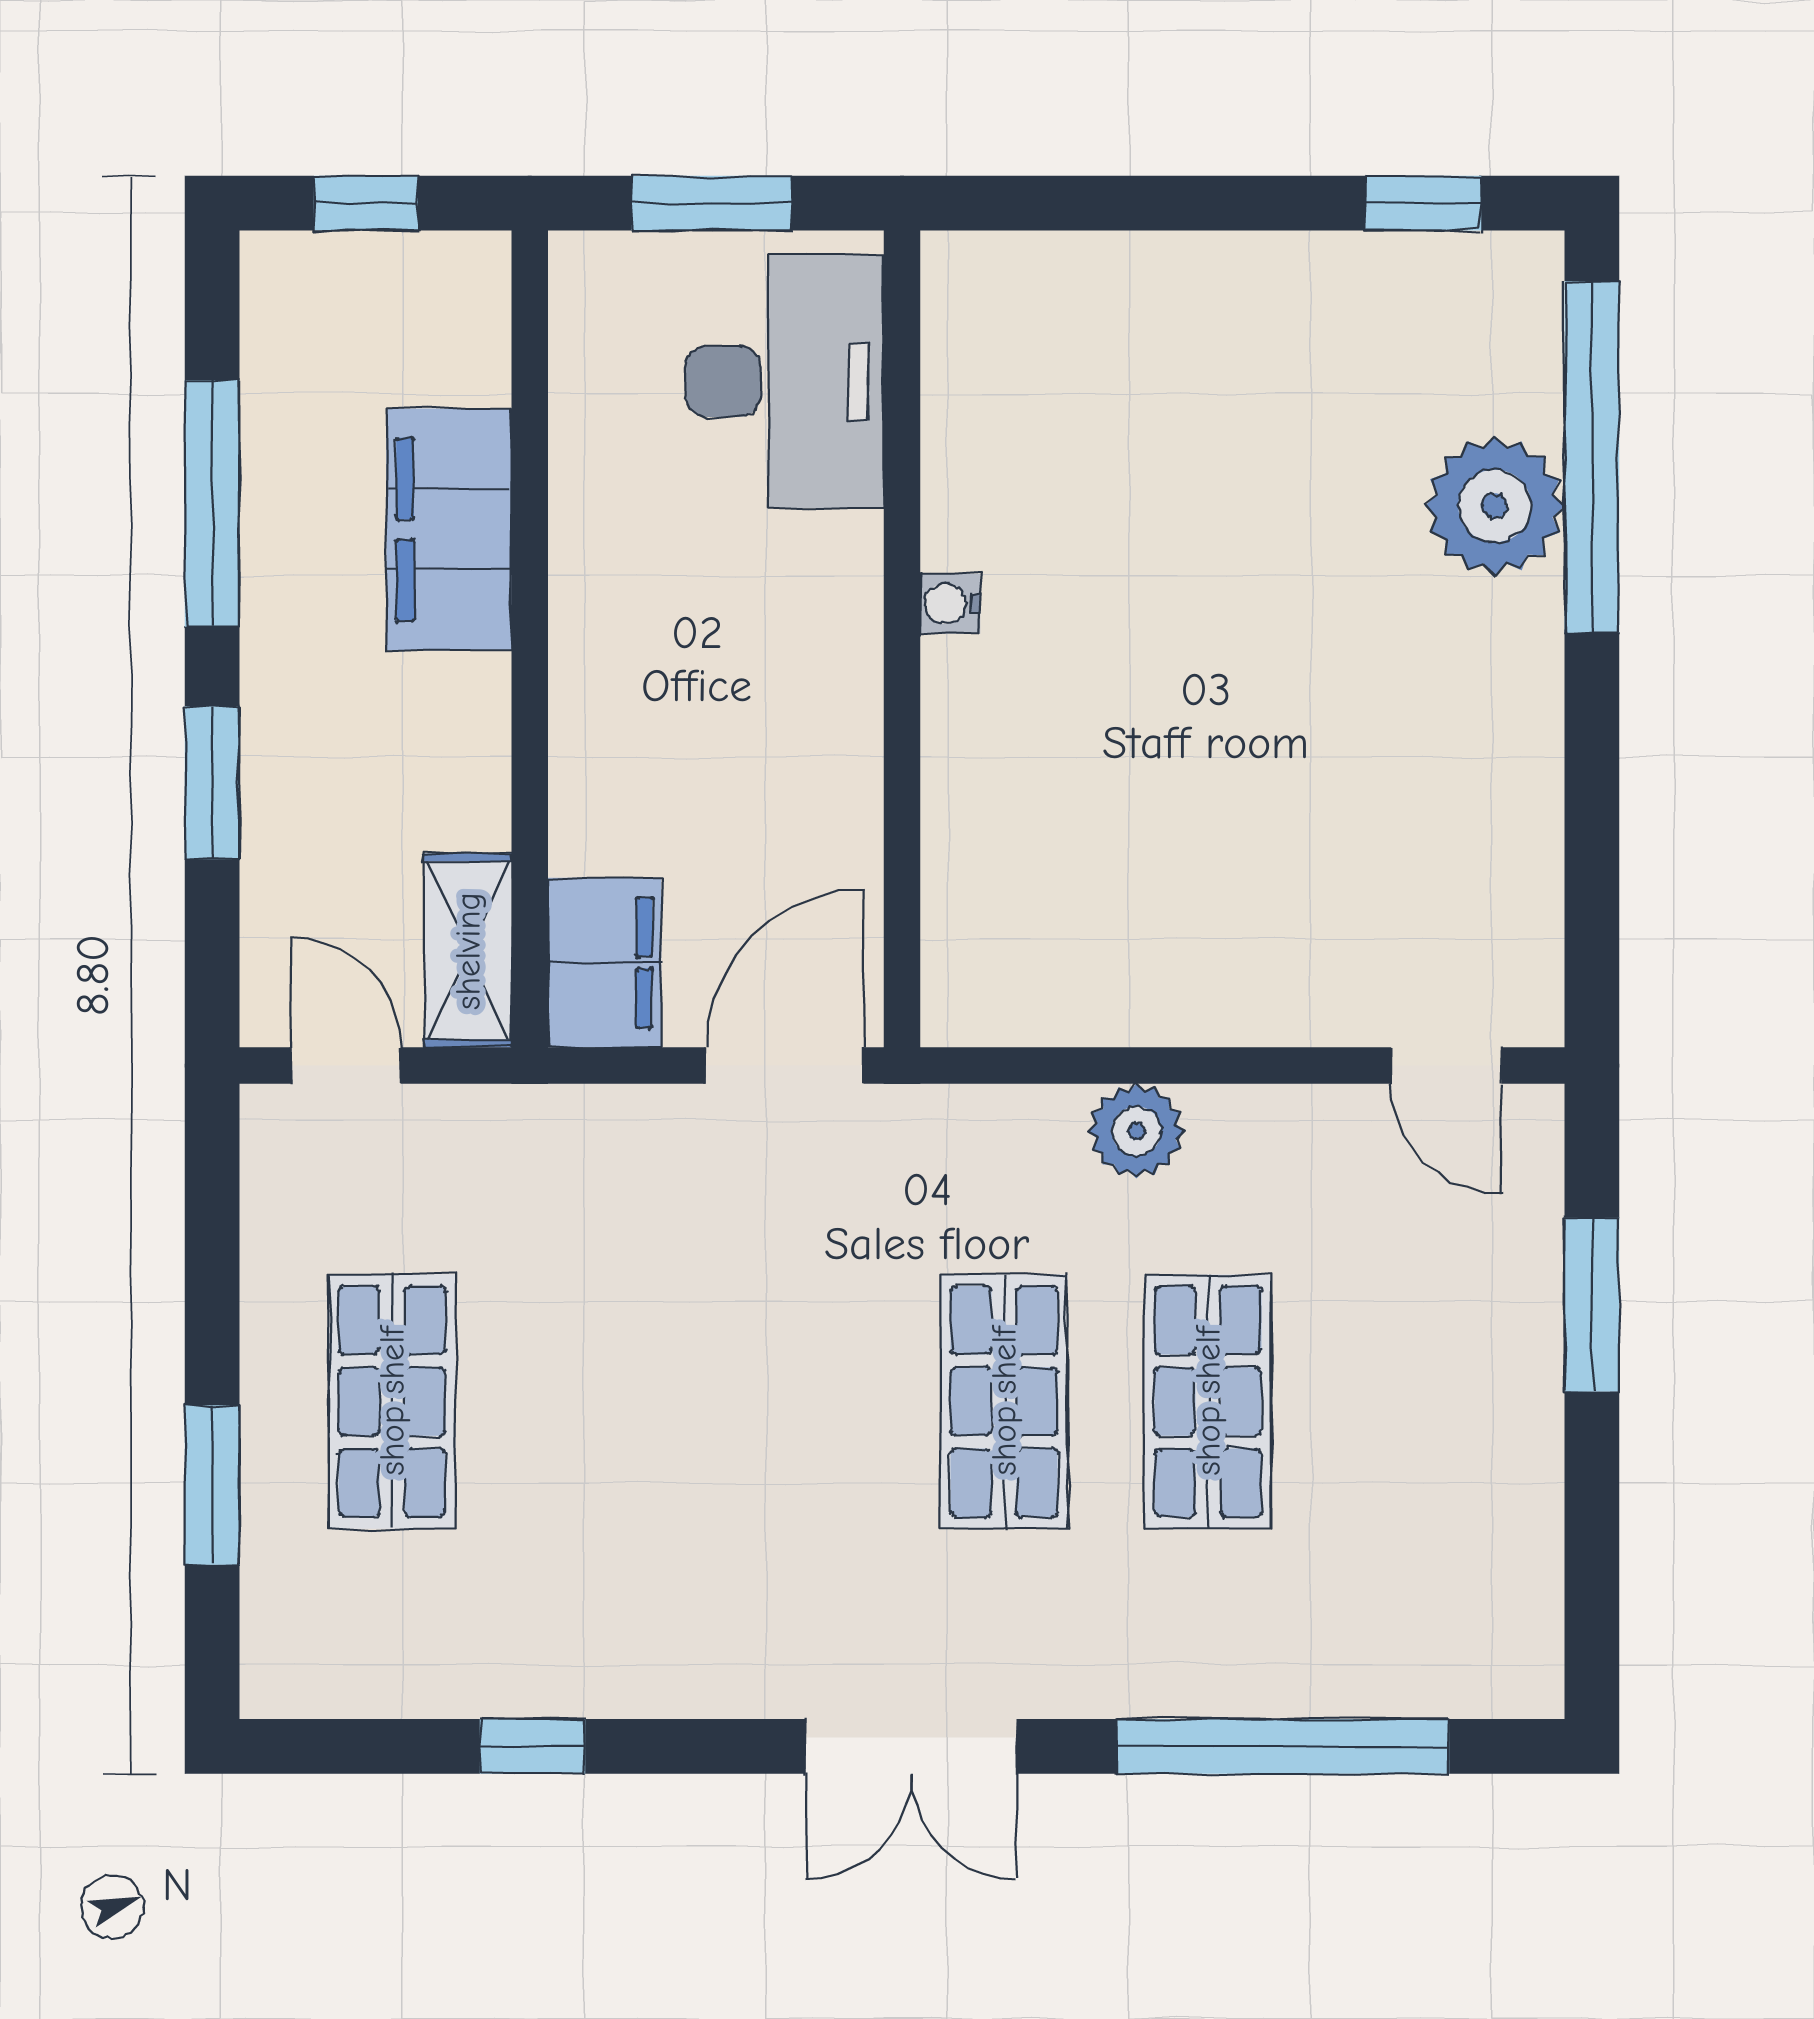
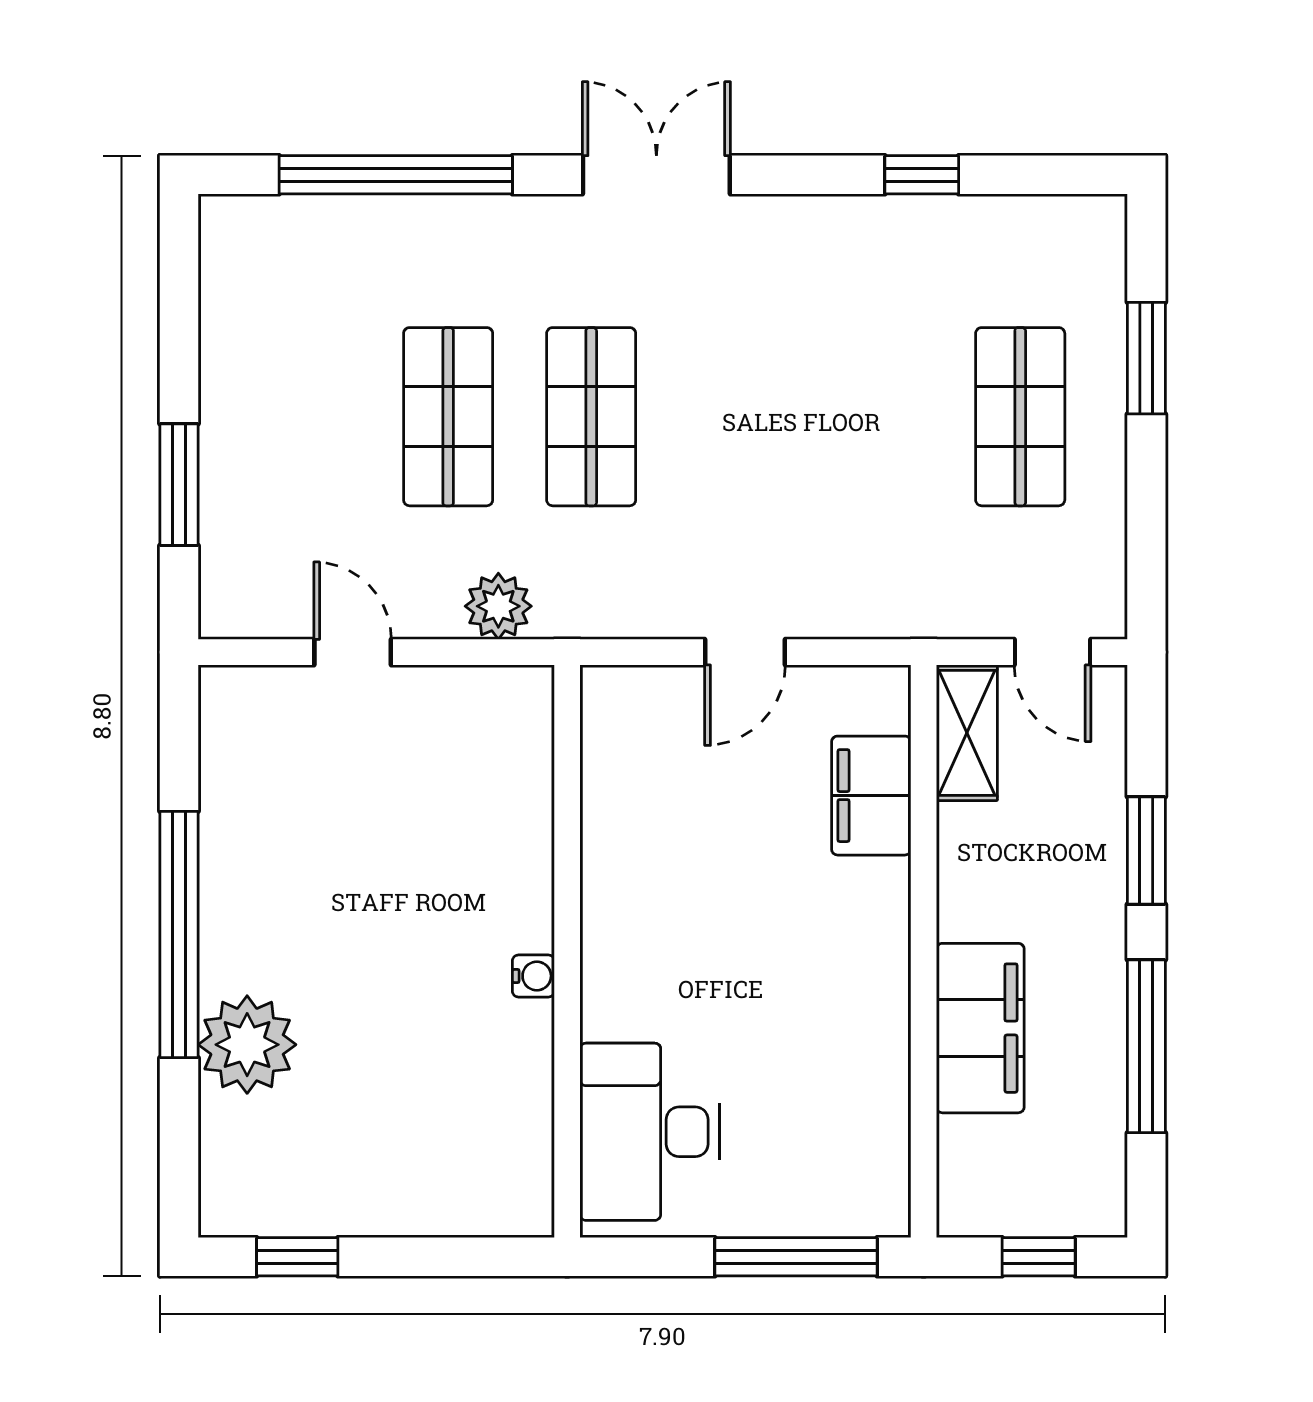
window: (712, 203) -> (796, 1257), width x1.44
desk: (785, 381) -> (650, 1132), moved
window: (1592, 457) -> (179, 934), moved
water cooler: (950, 604) -> (533, 976), moved
wall: (902, 639) -> (567, 951), moved
filing cabinet: (604, 963) -> (871, 796), moved
door: (785, 1066) -> (745, 652), width x0.73
door: (1446, 1066) -> (353, 652), moved

